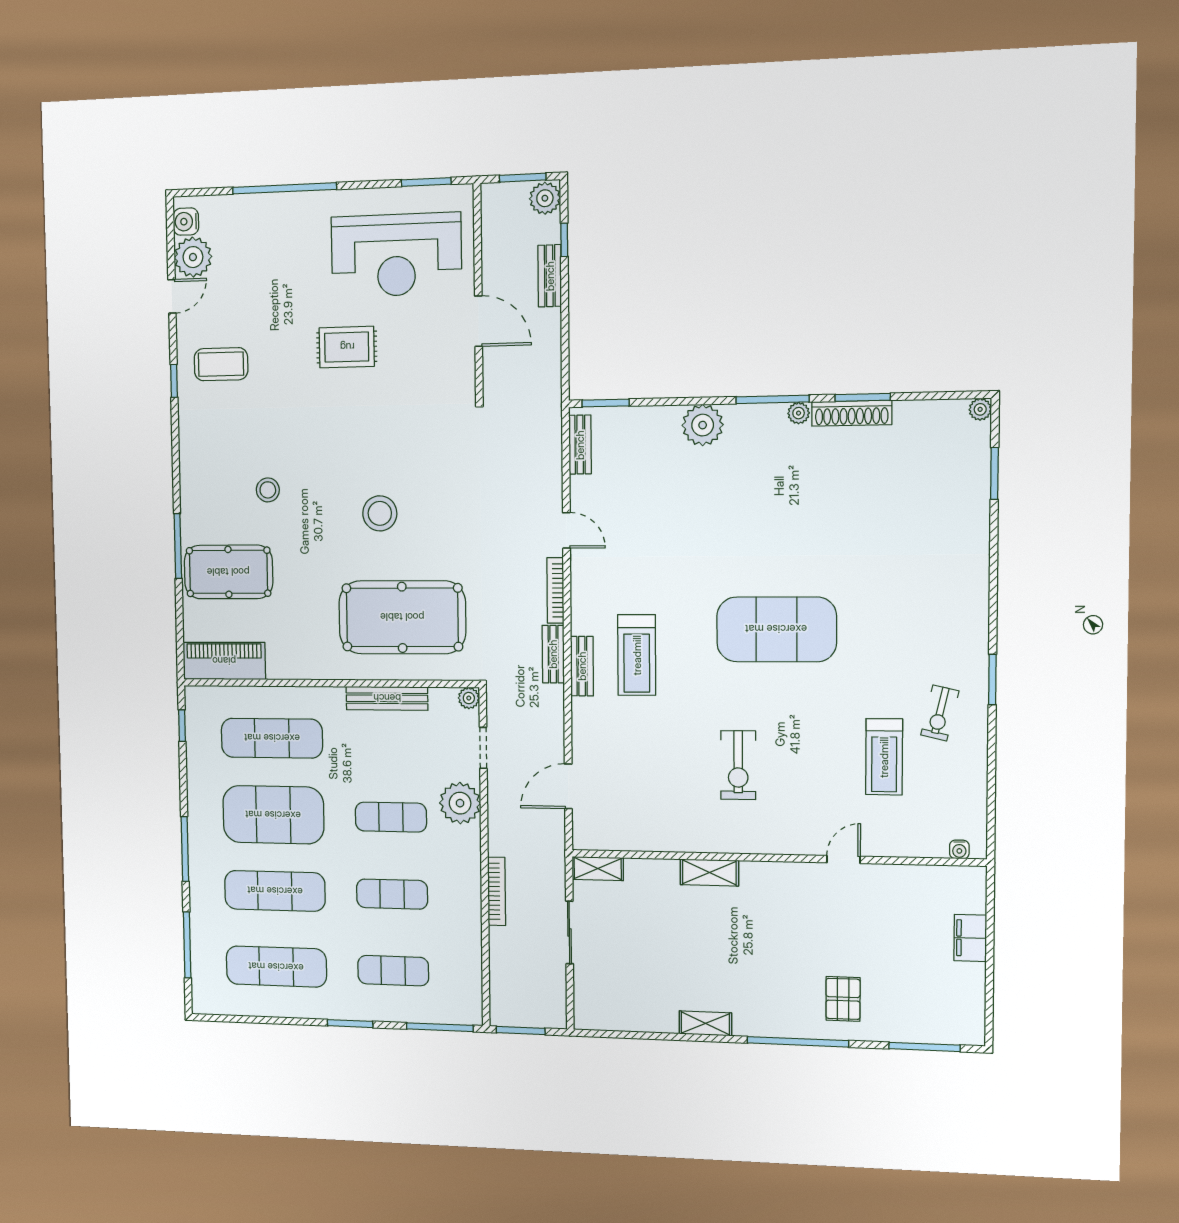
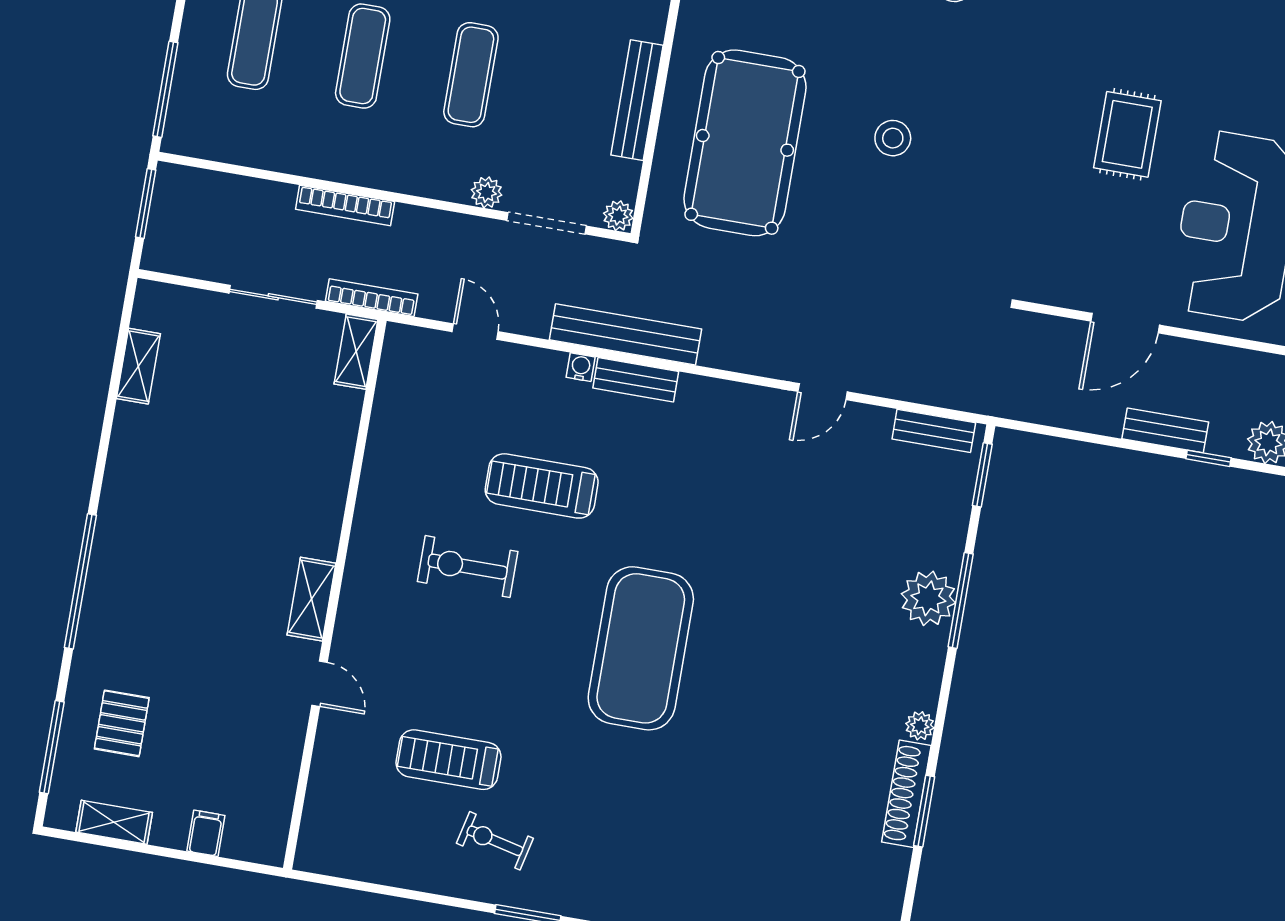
window: (772, 399) -> (961, 600), moved
stool: (380, 513) -> (893, 138), width x0.73, depth x0.73
bookcase: (555, 590) -> (372, 298), moved
bench: (553, 654) -> (625, 334), width x1.86, depth x1.21
treadmill: (637, 655) -> (542, 486), moved
doorway: (483, 748) -> (547, 223), width x1.38
door: (568, 786) -> (475, 332), width x0.73
plant: (460, 803) -> (486, 192), width x0.53, depth x0.53
water cooler: (959, 849) -> (581, 367), moved, turned 90
shelving: (709, 872) -> (311, 599), moved
filing cabinet: (970, 938) -> (206, 833), width x0.50
shelving: (973, 995) -> (114, 822), added
pallet: (843, 999) -> (122, 723), moved, turned 90
shelving: (705, 1023) -> (138, 366), moved

